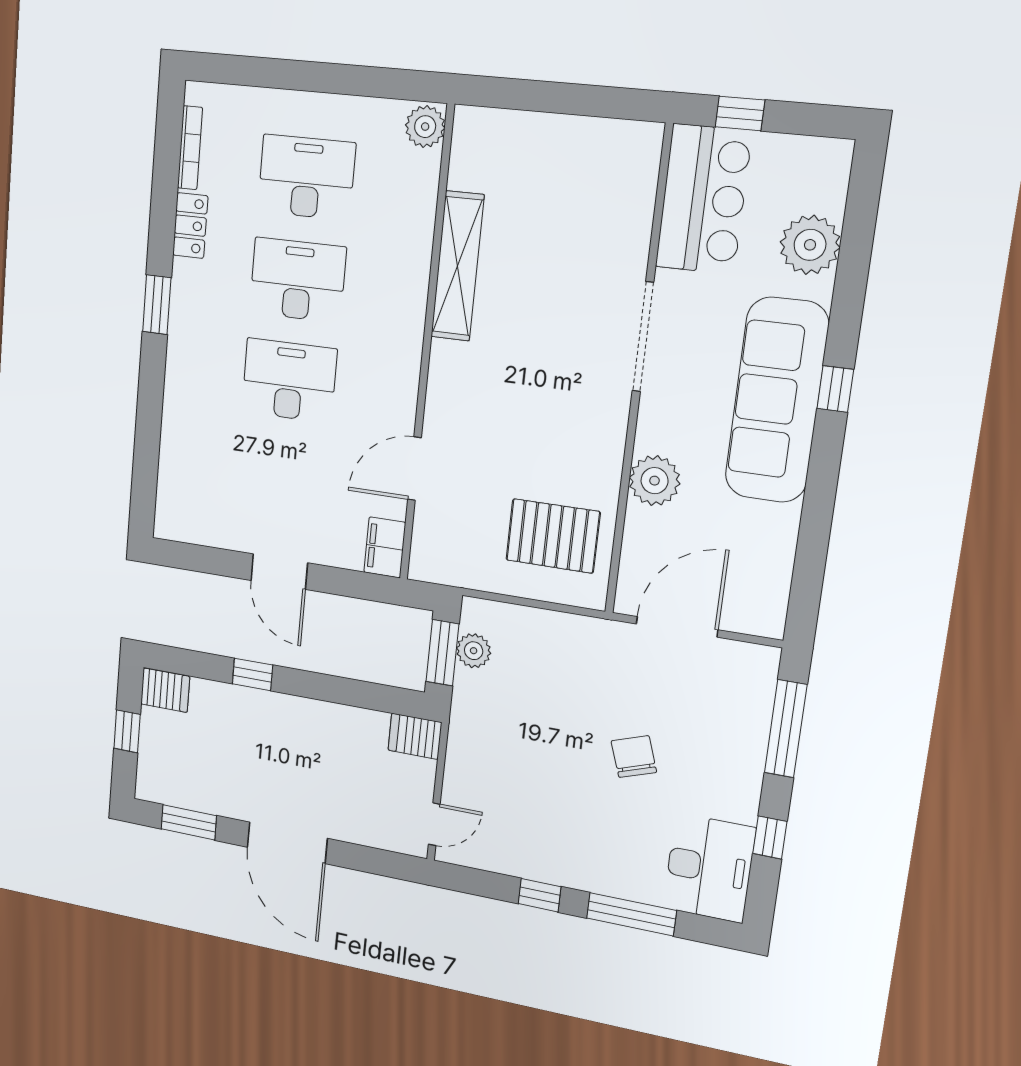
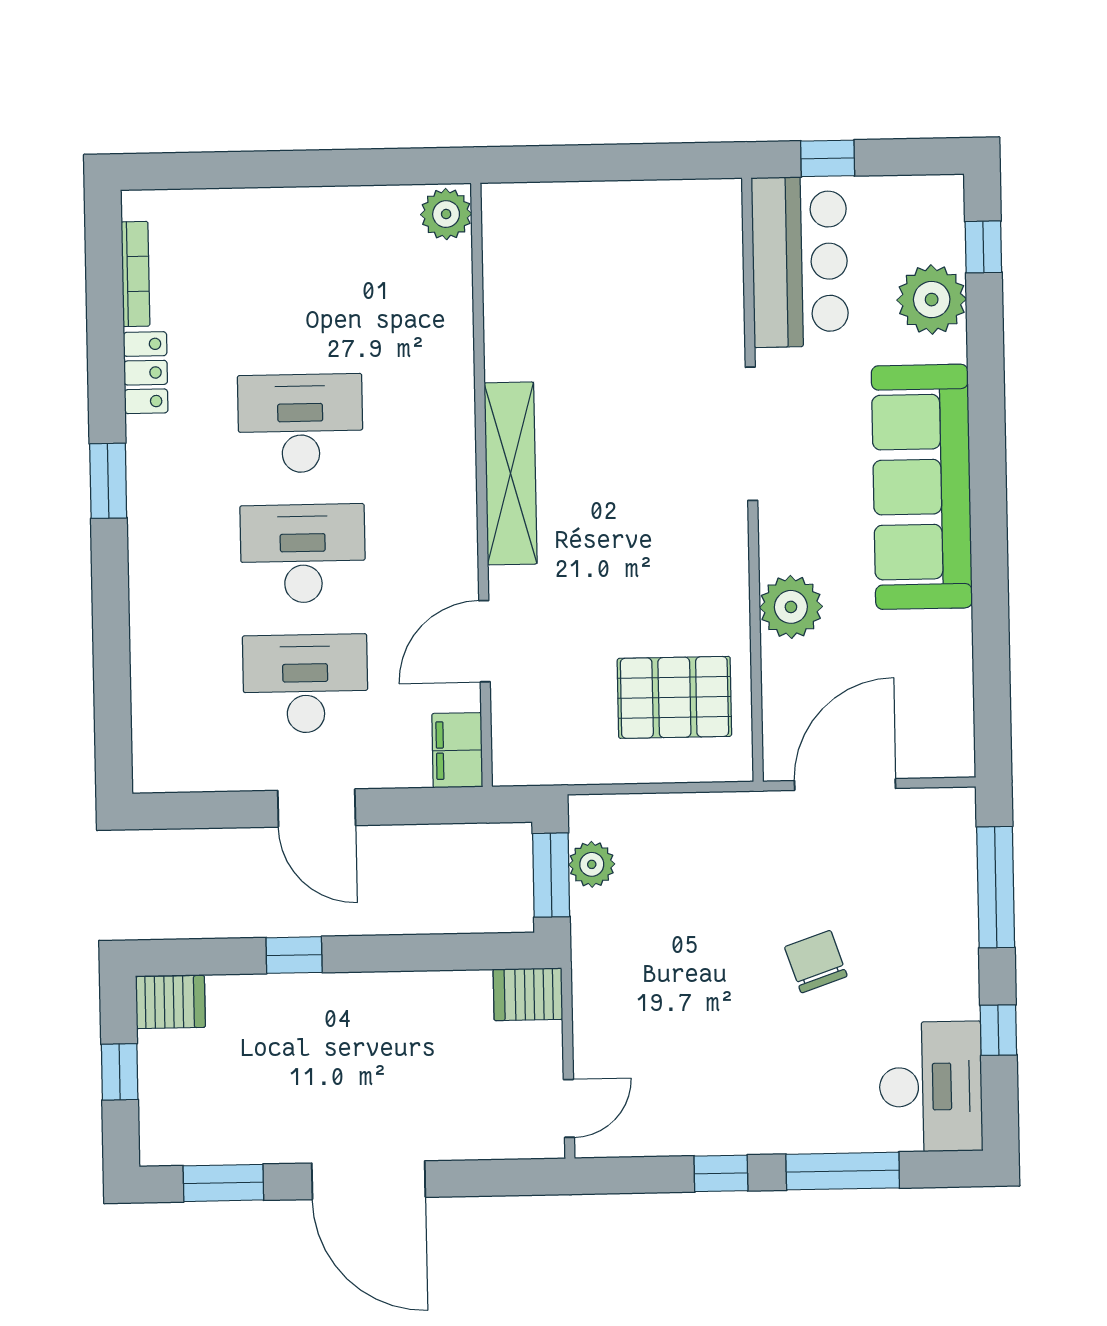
desk: (306, 177) -> (305, 684), moved
shelving: (457, 266) -> (511, 473), moved
window: (835, 389) -> (983, 247), moved

